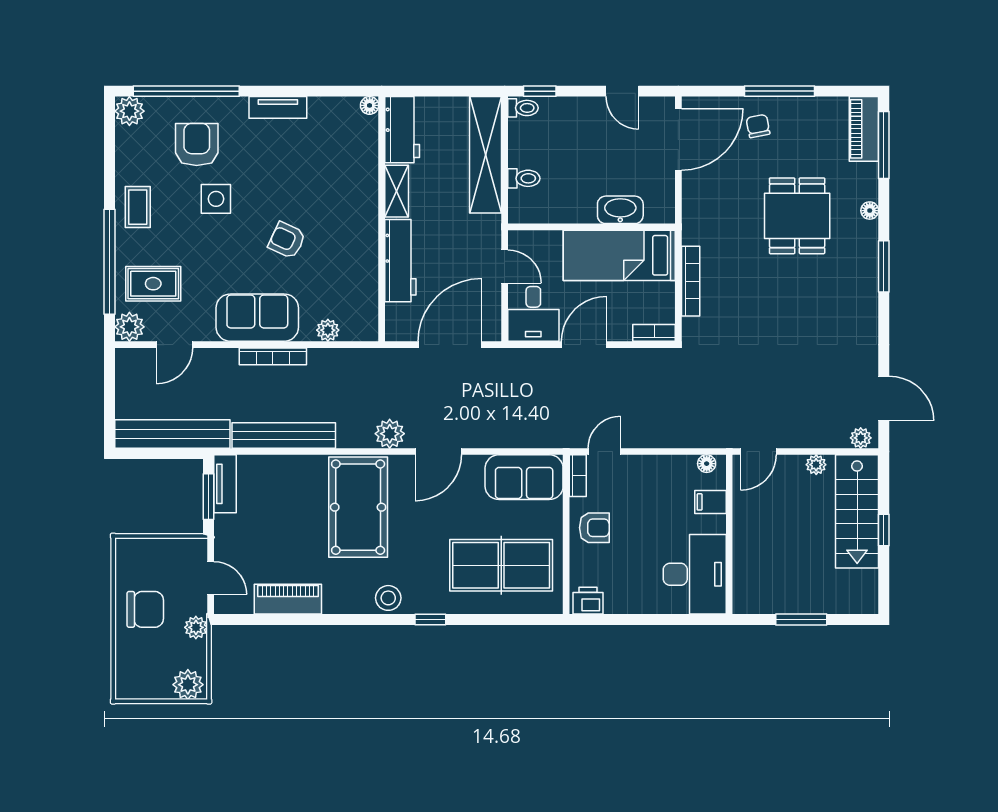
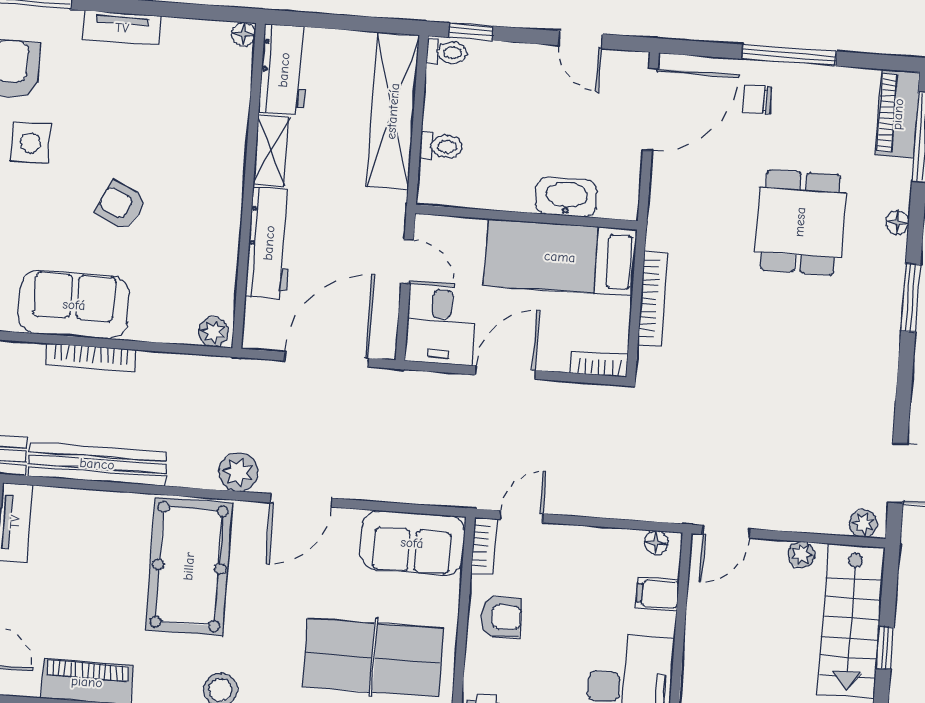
chair: (758, 126) -> (757, 99), turned -79
plant: (328, 330) -> (213, 332), moved

